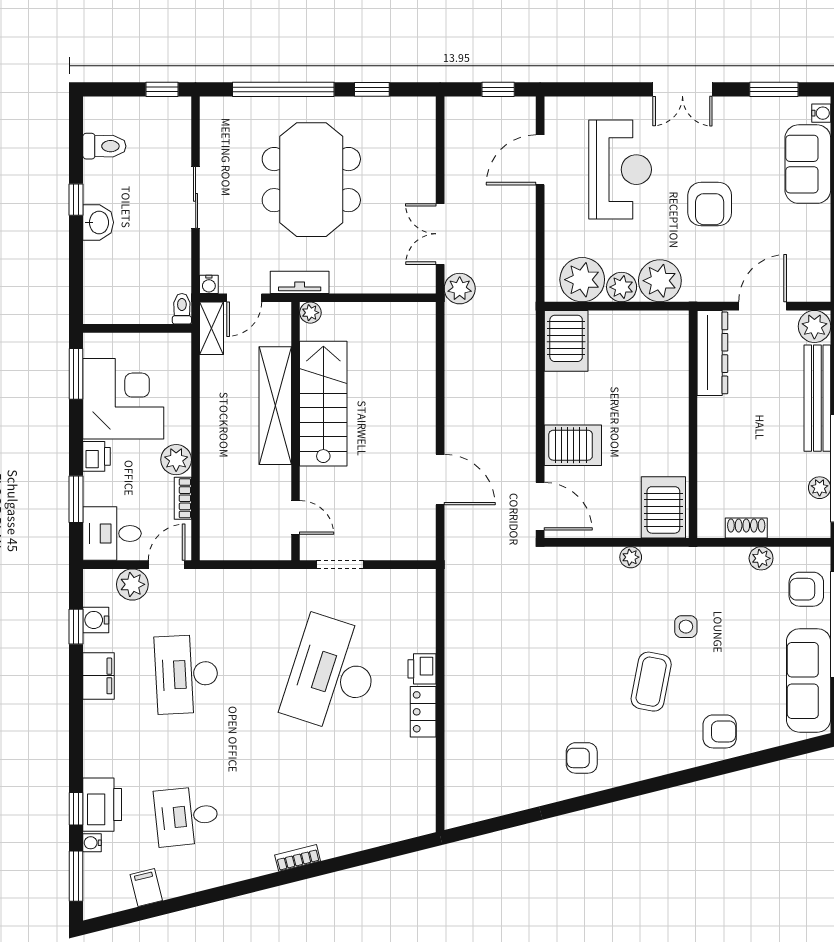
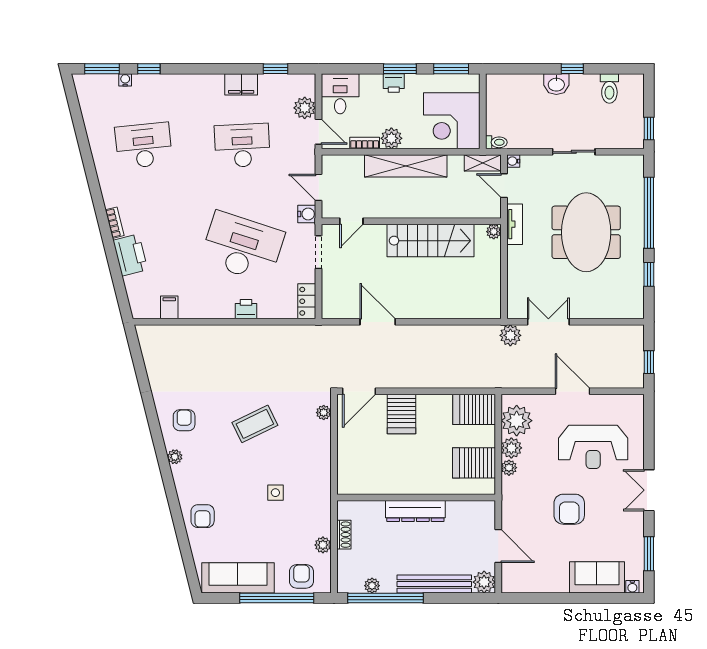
door: (540, 160) -> (572, 391), moved
meeting table: (311, 180) -> (586, 232), turned 90
armchair: (710, 204) -> (569, 509), turned -90
plant: (660, 281) -> (509, 468), width x0.53, depth x0.53
dresser: (712, 353) -> (415, 511), moved
corner desk: (123, 399) -> (452, 121), moved, turned 90
shelving: (275, 406) -> (406, 166), moved
door: (440, 480) -> (378, 322), swing flipped
window: (76, 499) -> (400, 69), moved
server rack: (663, 507) -> (474, 463), moved, turned 180
plant: (631, 557) -> (324, 413), moved
door: (247, 565) -> (319, 187), added
water cooler: (96, 620) -> (307, 214), moved, turned 90
coffee table: (651, 682) -> (255, 424), moved, turned -37
locker: (423, 712) -> (307, 301), moved, turned -90
plant: (634, 771) -> (175, 457), added
printer: (102, 805) -> (130, 255), moved, turned -104
desk: (187, 816) -> (144, 146), width x1.37
filing cabinet: (146, 888) -> (169, 307), moved, turned -76

